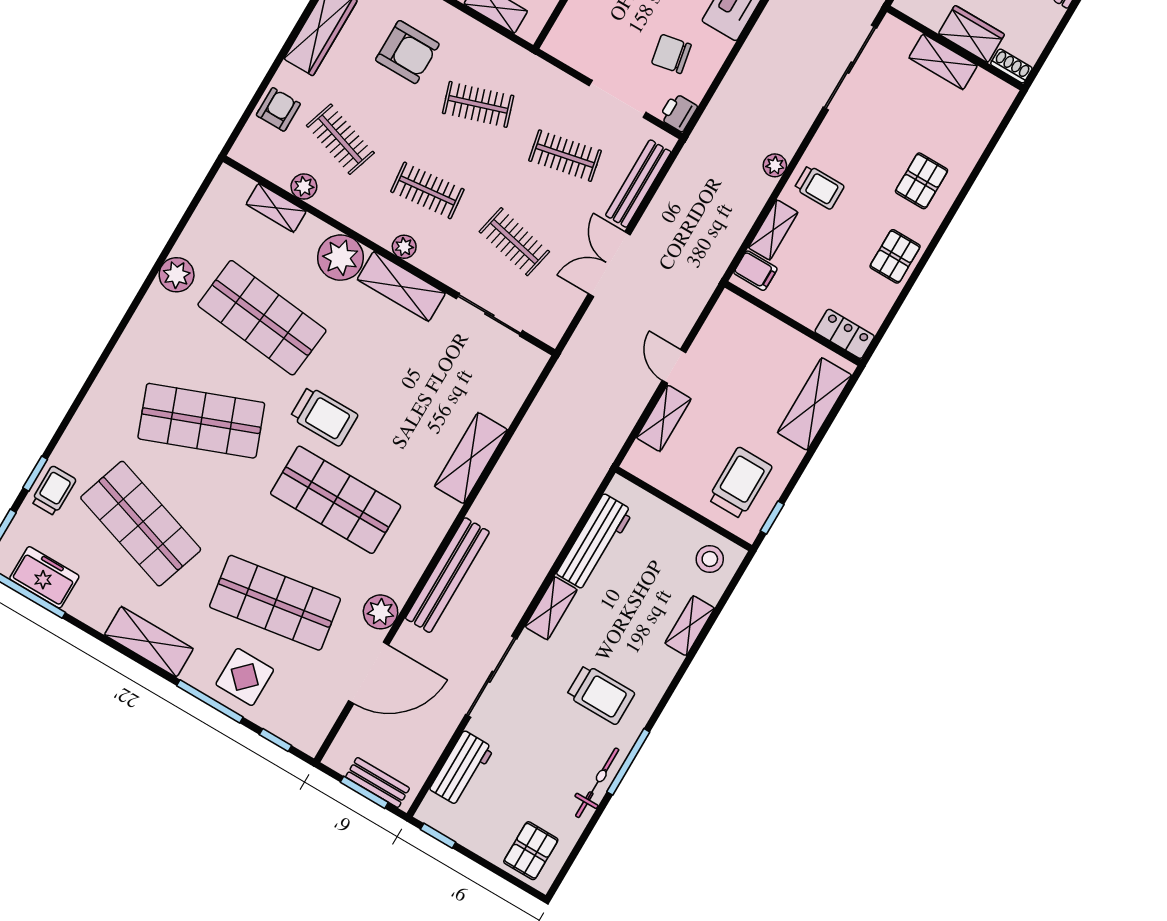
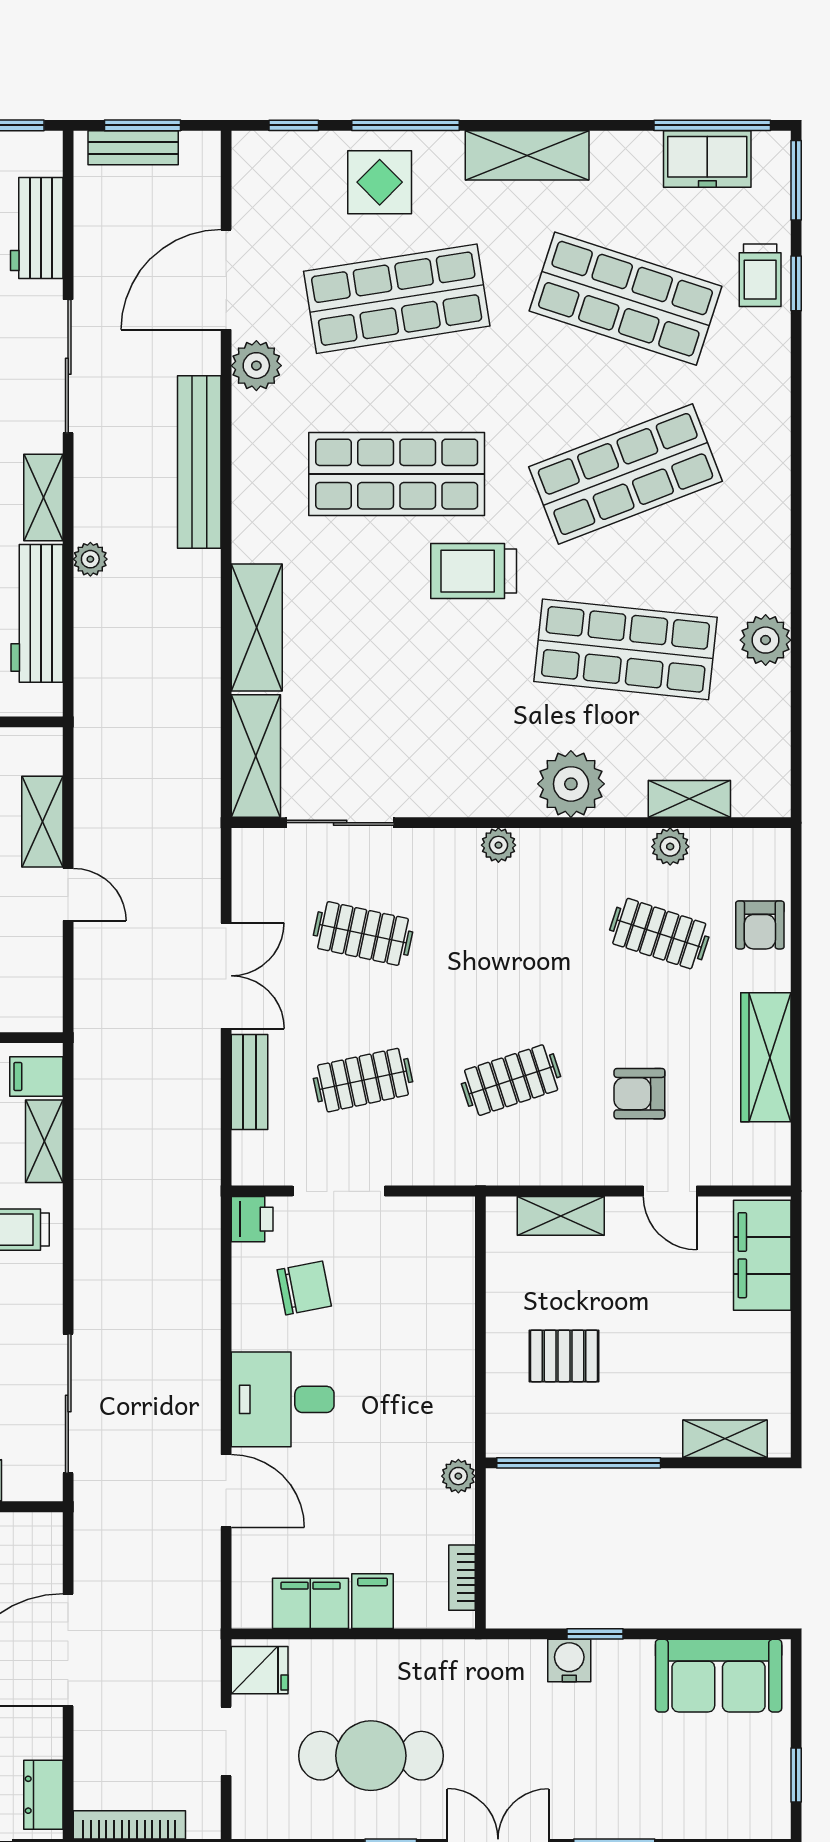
armchair: (407, 52) -> (639, 1094), width x0.72, depth x0.72
plant: (775, 165) -> (90, 559), moved
bench: (638, 184) -> (249, 1082), width x0.73
clothes rail: (427, 190) -> (511, 934), removed
shelving: (401, 286) -> (256, 756), moved, turned 90

